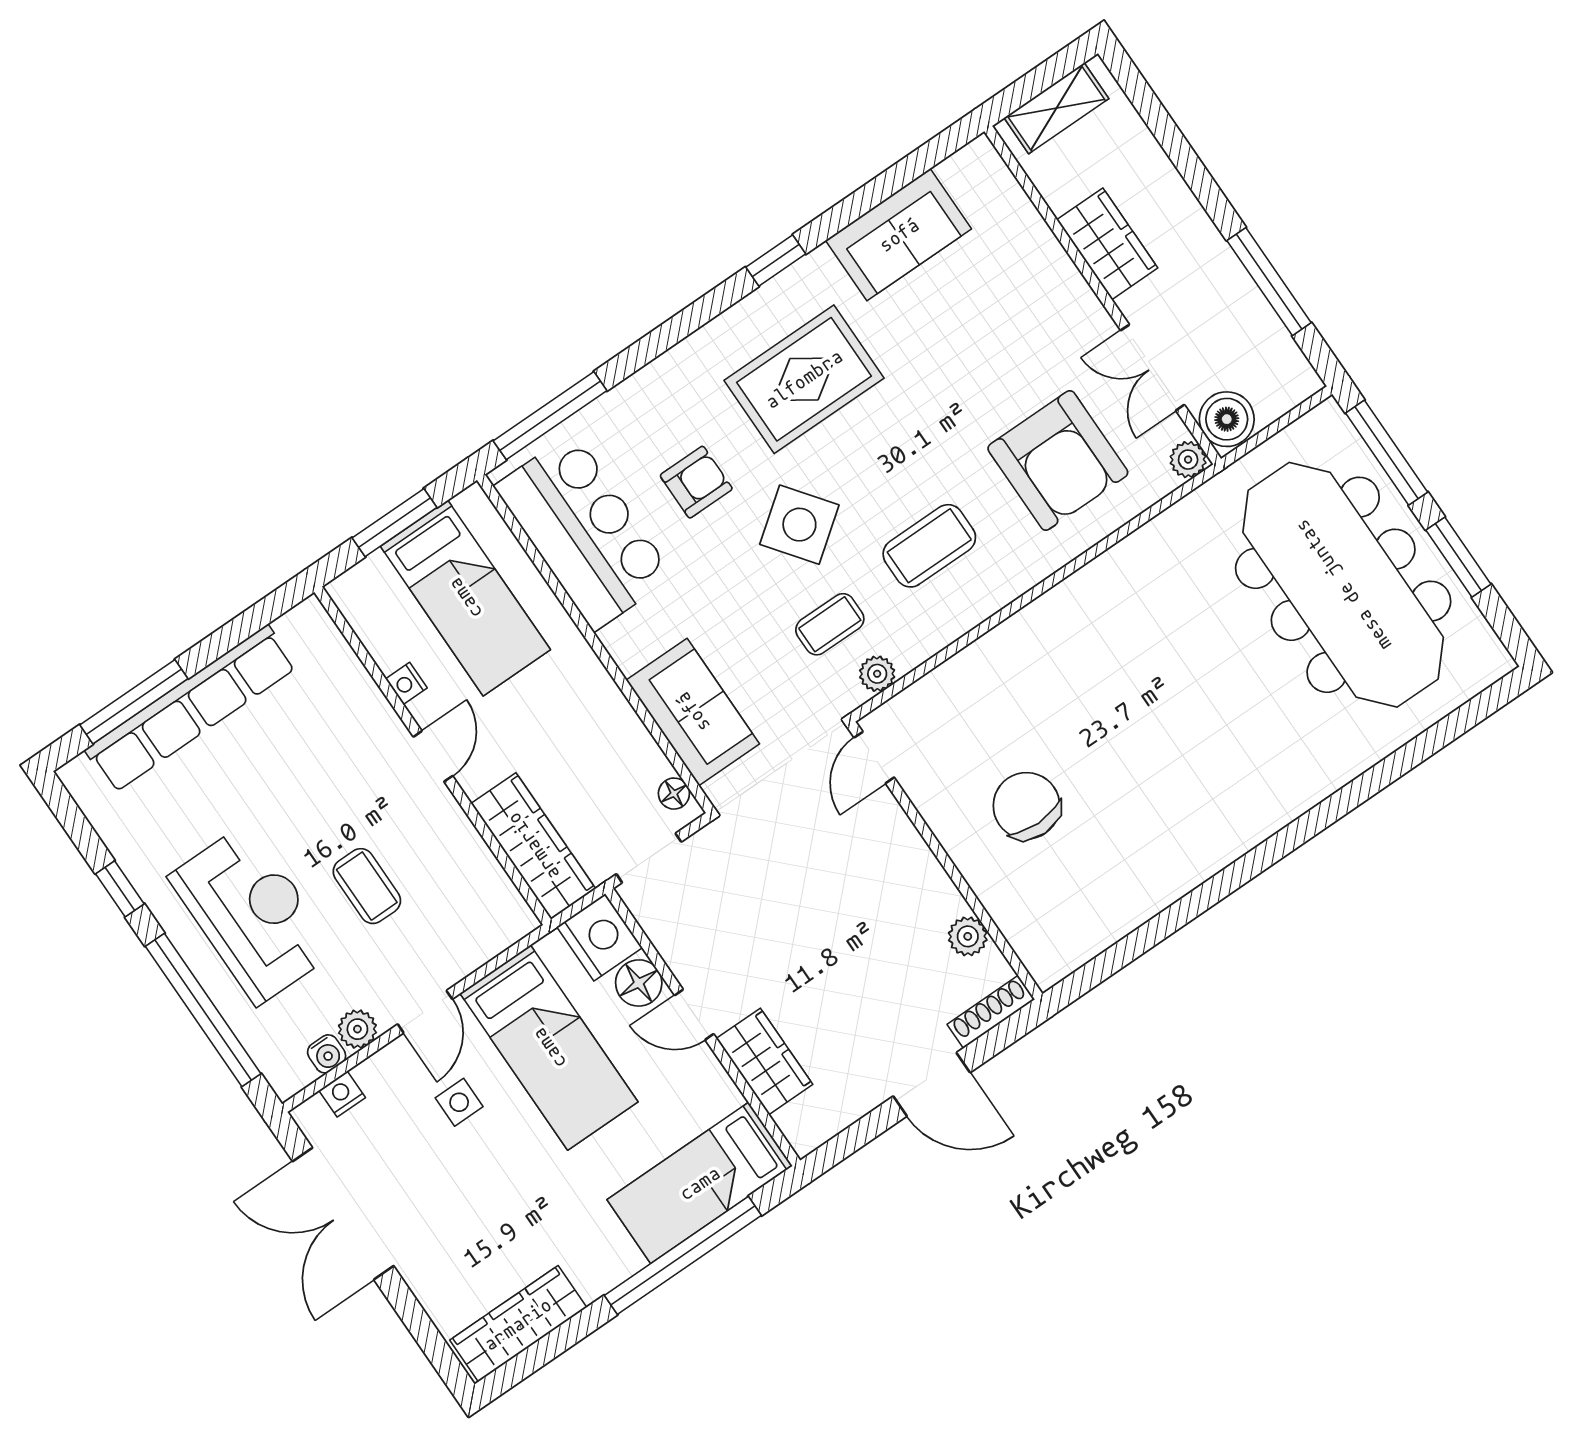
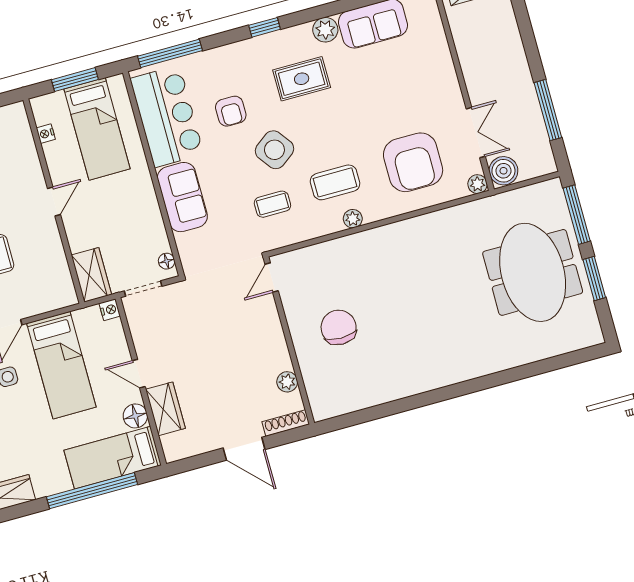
wardrobe: (1107, 244) -> (474, 64), removed
window: (776, 261) -> (265, 27), moved
plant: (816, 276) -> (325, 30), added
double door: (1153, 368) -> (476, 133), swing flipped
rug: (804, 379) -> (302, 79), width x0.73, depth x0.70
armchair: (696, 482) -> (231, 111), turned 90
meeting table: (1343, 585) -> (533, 272), width x0.73
plant: (877, 674) -> (353, 219), moved
nightstand: (406, 683) -> (46, 134), moved
sofa: (693, 712) -> (182, 197), moved
wardrobe: (533, 846) -> (91, 275), width x0.67
nightstand: (600, 937) -> (110, 310), width x0.53, depth x0.56
floor lamp: (639, 983) -> (135, 416), moved

